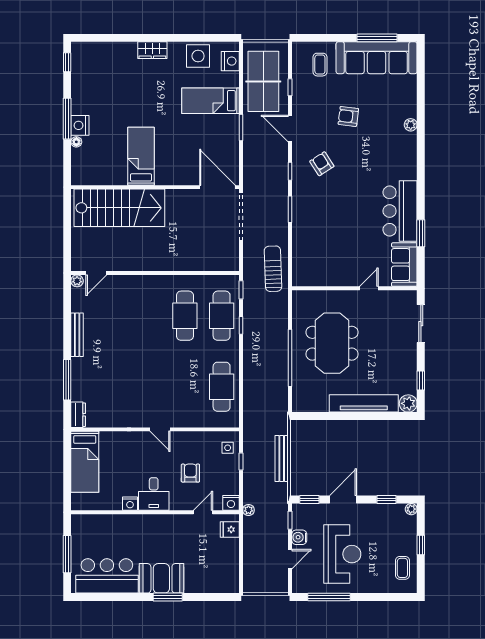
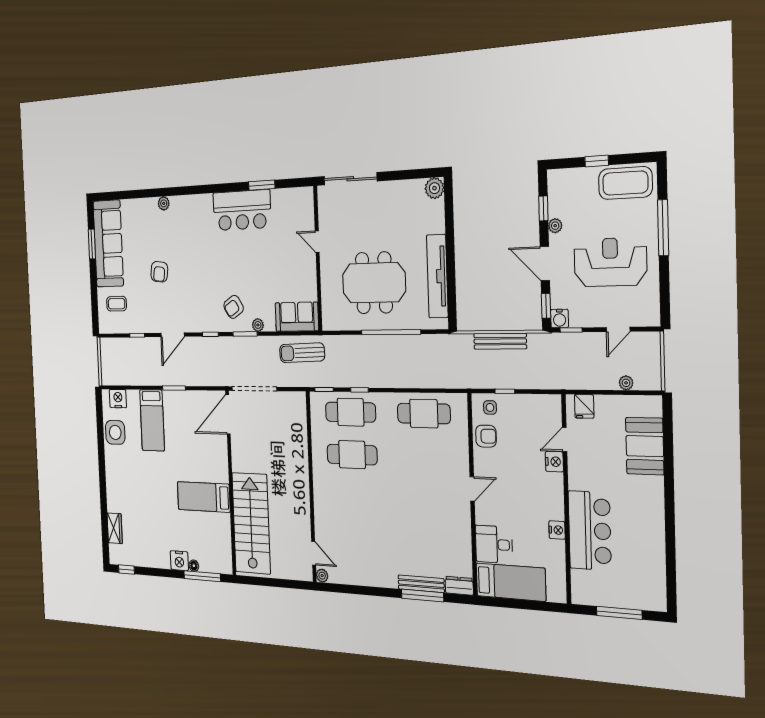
window: (377, 38) -> (92, 244), width x0.69
wardrobe: (152, 50) -> (115, 528), moved
table tennis table: (263, 81) -> (133, 364), removed
window: (67, 119) -> (202, 576), moved
armchair: (322, 164) -> (234, 307), moved
plant: (298, 223) -> (258, 325), added
sofa: (404, 265) -> (297, 317), moved, turned 180
sliding door: (421, 324) -> (350, 179), width x1.37
bench: (77, 335) -> (421, 584), moved
window: (421, 380) -> (409, 174), removed
tv unit: (364, 403) -> (437, 276), moved
armchair: (190, 473) -> (486, 436), moved, turned 180
desk: (154, 494) -> (494, 544), moved, turned 180
nightstand: (231, 503) -> (554, 462), moved
plant: (411, 509) -> (555, 226), moved
plant: (248, 510) -> (626, 383), moved
door: (203, 512) -> (565, 439), hinge flipped
water cooler: (299, 537) -> (560, 319), moved
door: (290, 559) -> (618, 329), swing flipped
coffee table: (402, 568) -> (625, 183), width x1.86, depth x1.72
bar counter: (107, 576) -> (590, 531), moved, turned 180
booth: (161, 578) -> (645, 446), moved
window: (168, 597) -> (669, 488), removed
window: (329, 597) -> (663, 228), moved

